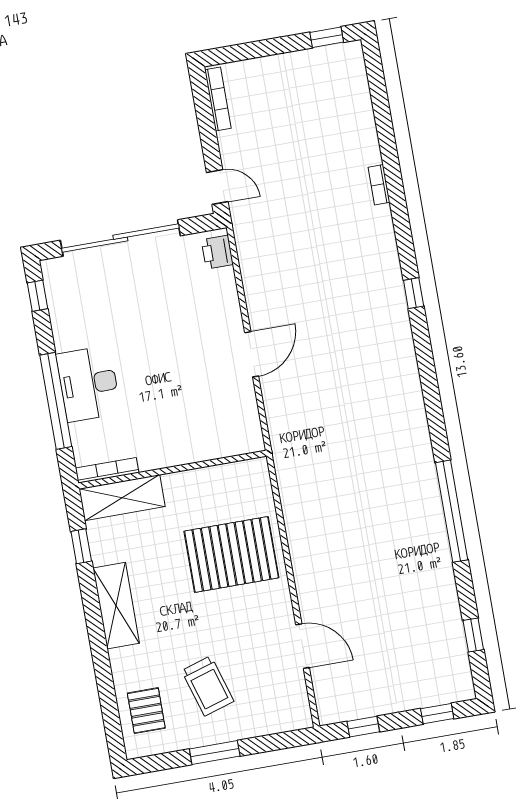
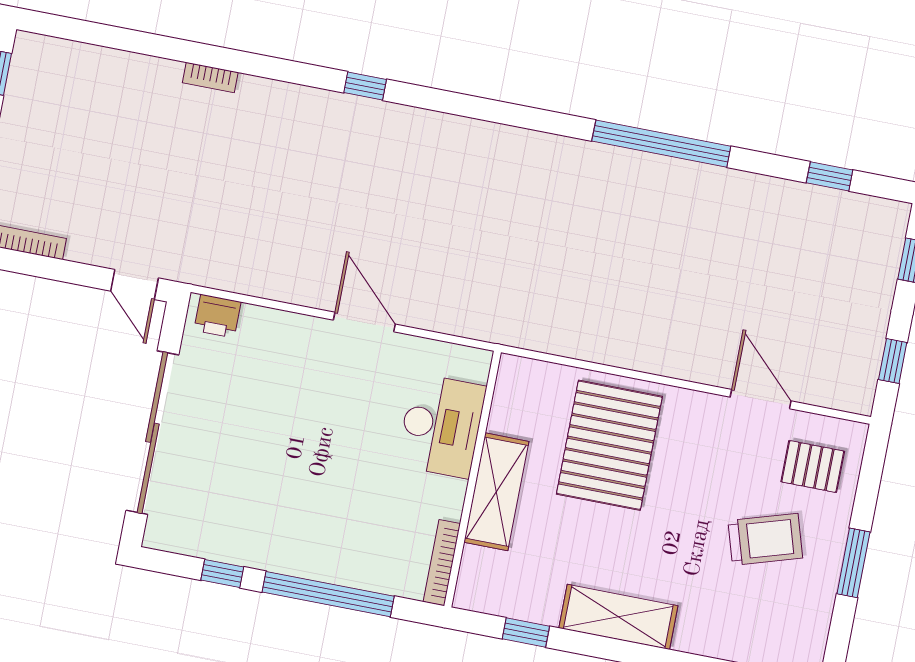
door: (217, 187) -> (135, 285), swing flipped
window: (37, 296) -> (222, 574), moved
desk: (88, 384) -> (441, 426), moved, turned -90
shelving: (122, 498) -> (496, 492), moved
door: (303, 646) -> (761, 399), hinge flipped
pallet: (146, 711) -> (813, 466), moved

